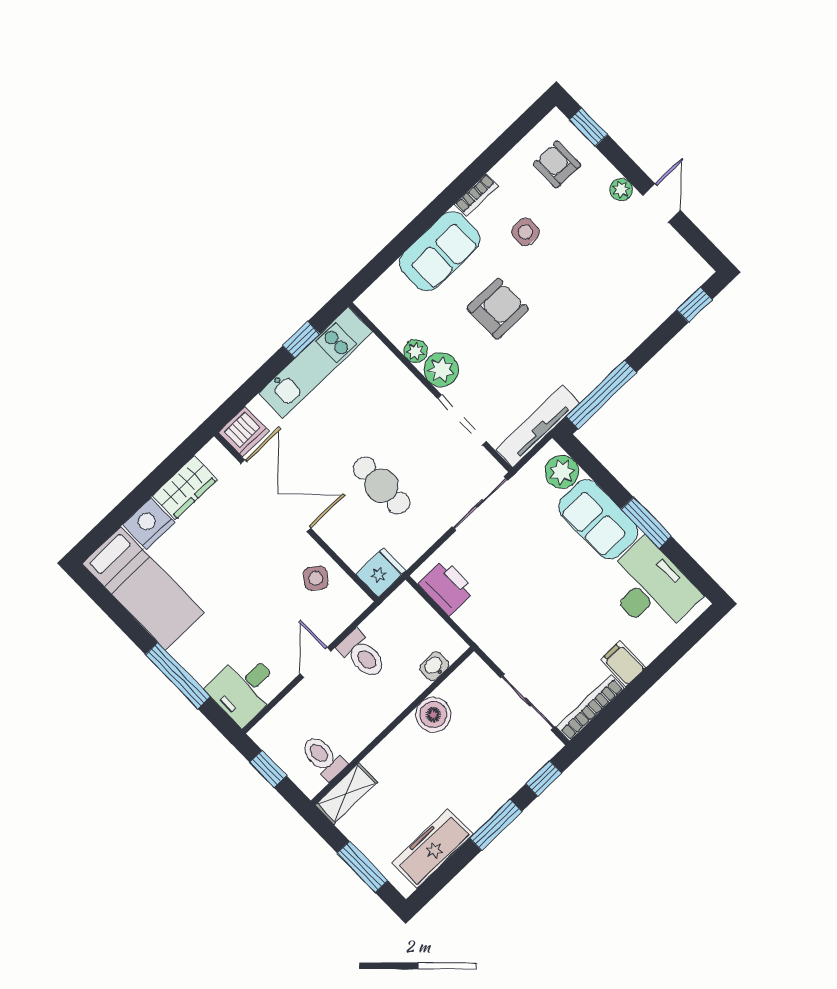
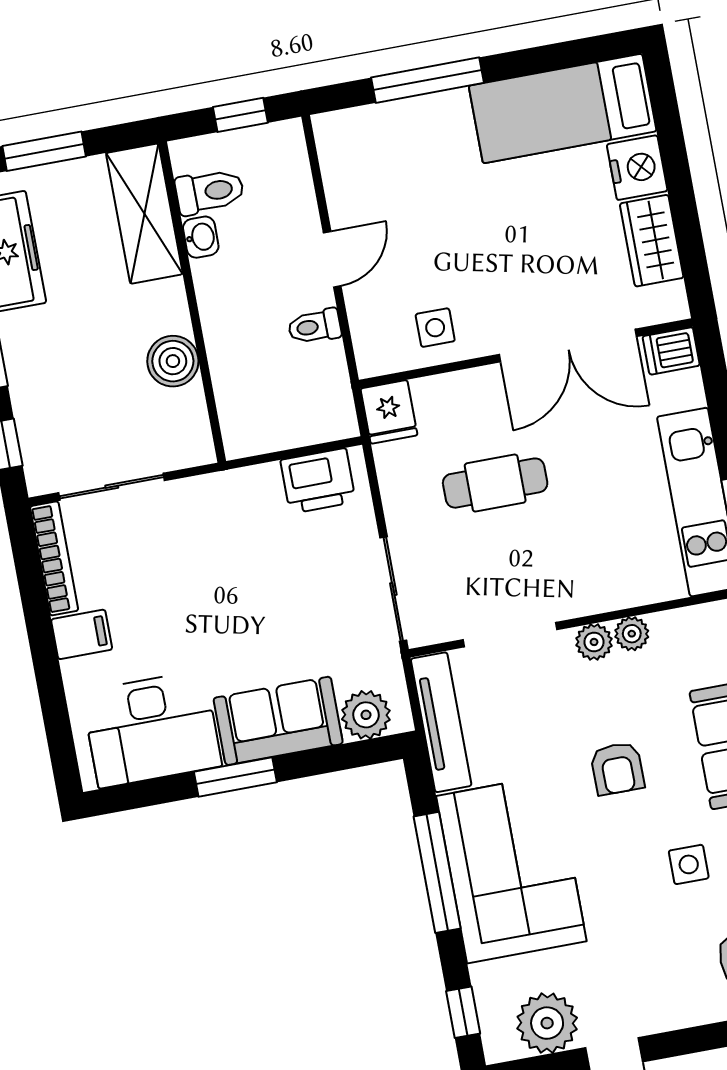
plant: (621, 190) -> (547, 1023), moved, width x1.88, depth x1.88
armchair: (498, 309) -> (617, 769), width x0.72, depth x0.72
corner sofa: (594, 331) -> (511, 869), added
plant: (441, 370) -> (594, 642), width x0.73, depth x0.73
window: (601, 395) -> (437, 872), moved
dishwasher: (244, 432) -> (671, 351), width x0.73
side table: (316, 578) -> (435, 328), turned -38
toilet: (362, 655) -> (315, 326), width x0.73, depth x0.72
door: (315, 662) -> (332, 259), hinge flipped
washbasin: (434, 666) -> (201, 237), moved
desk: (244, 688) -> (358, 151), removed
shelving: (346, 794) -> (144, 214), width x1.50, depth x1.33

